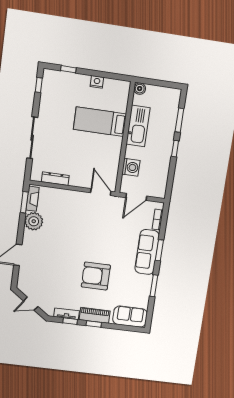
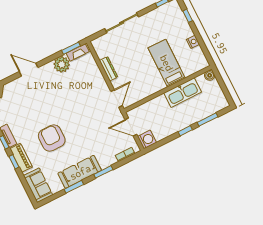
washing machine: (131, 167) -> (147, 140), moved, turned -90
dresser: (55, 179) -> (109, 69), moved
sofa: (147, 252) -> (80, 172), moved

